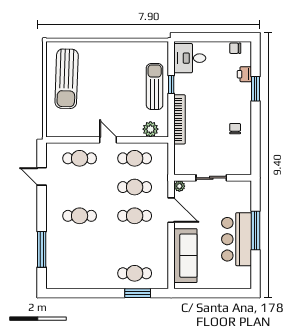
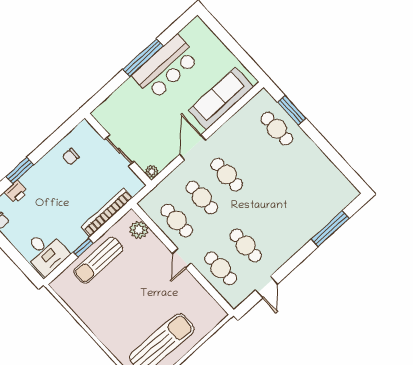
sliding door: (211, 178) -> (119, 151), moved
wall: (213, 178) -> (118, 149), moved
plant: (179, 186) -> (152, 172), moved
cafe table: (80, 216) -> (246, 245), moved

